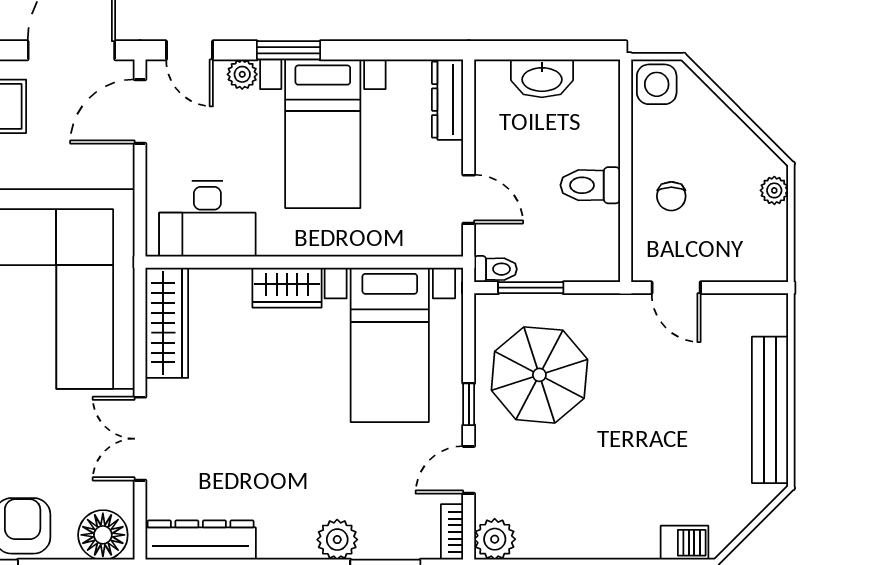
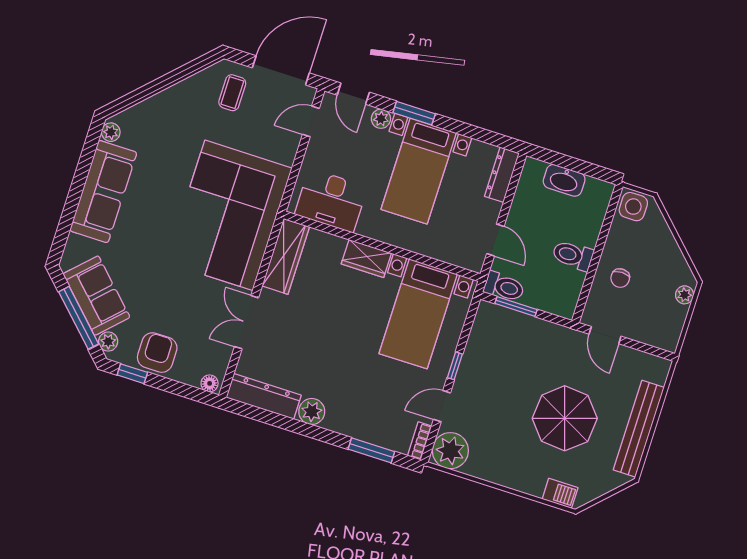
door: (140, 111) -> (311, 121), width x0.73
toilet: (496, 269) -> (504, 287), width x1.37, depth x1.39
parasol: (539, 375) -> (565, 418), moved
floor lamp: (103, 535) -> (210, 383), width x0.53, depth x0.53
plant: (495, 539) -> (450, 451), width x1.36, depth x1.36
plant: (337, 540) -> (312, 411), moved

